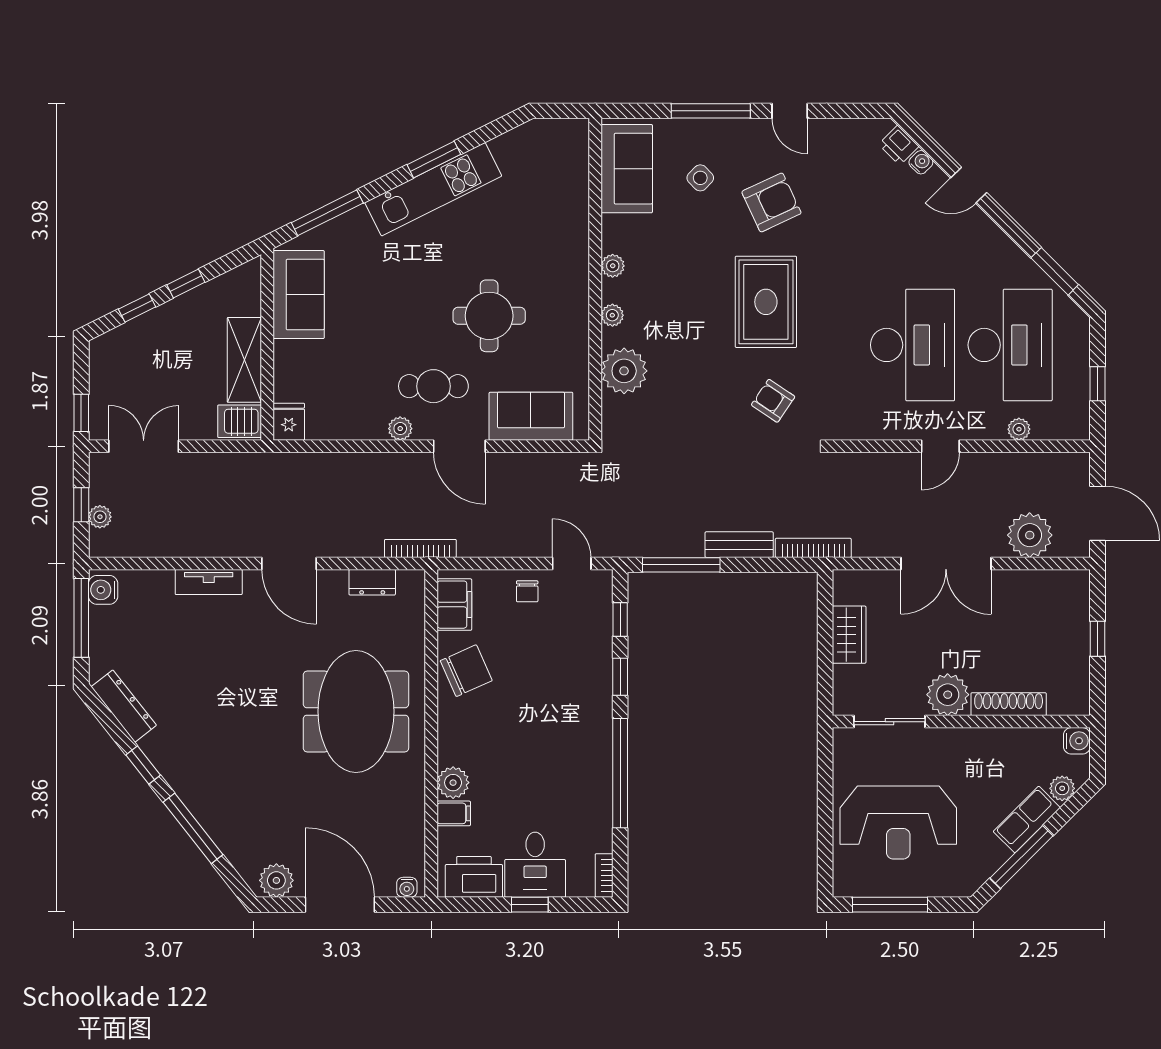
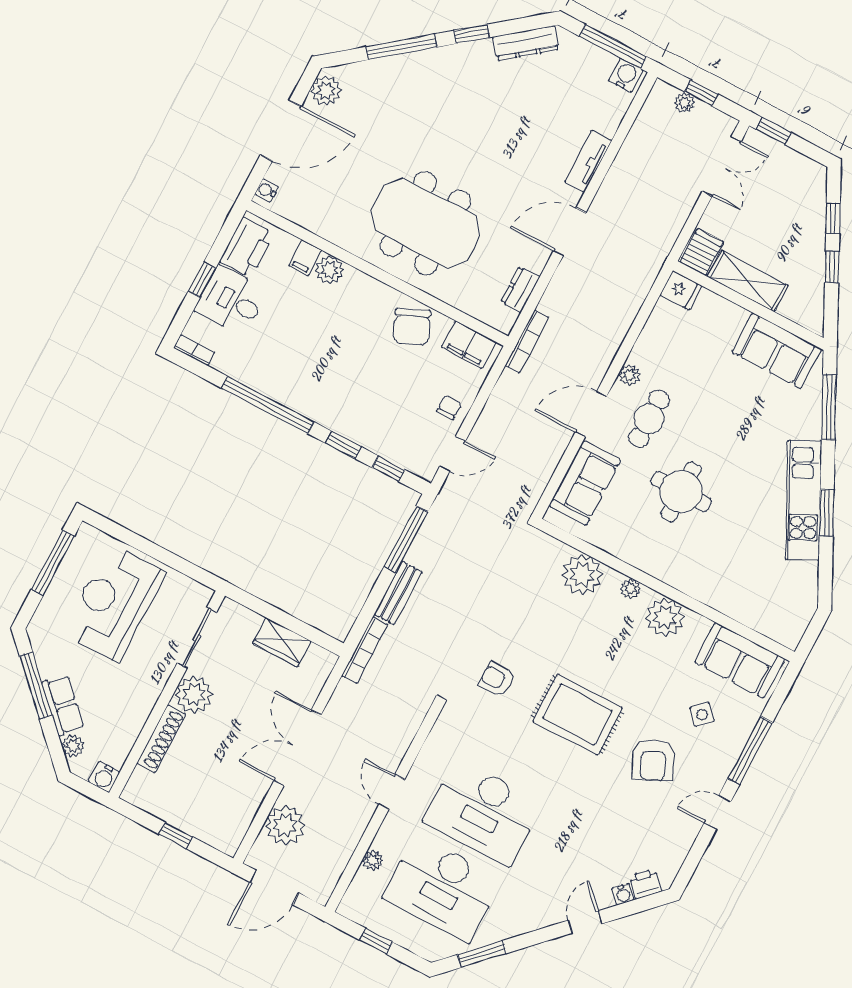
plant: (613, 266) -> (665, 617), width x1.88, depth x1.88
armchair: (773, 401) -> (497, 679), turned -124
chair: (527, 591) -> (449, 407), turned 90

